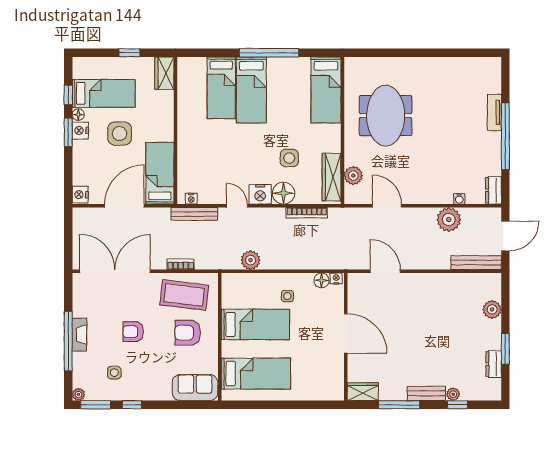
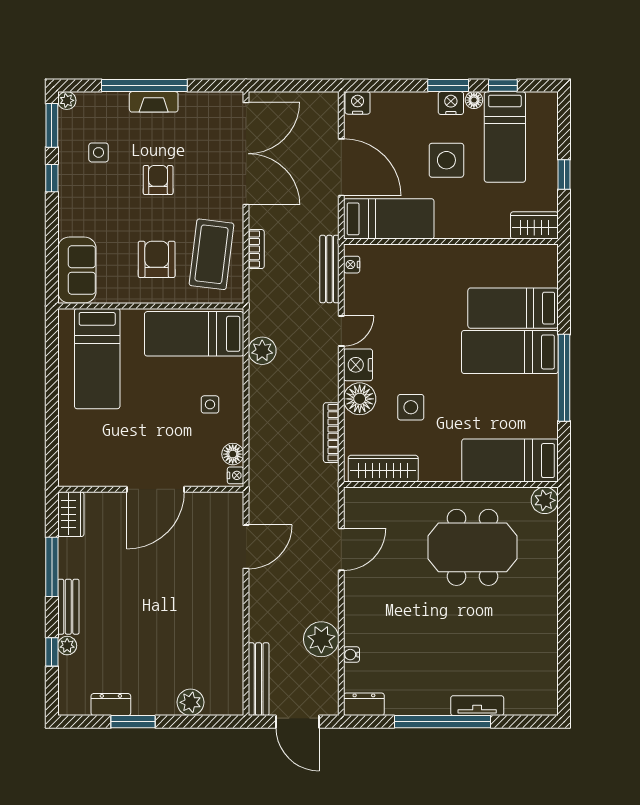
plant: (353, 176) -> (545, 500), moved
bed: (255, 324) -> (194, 334), moved, turned 90

